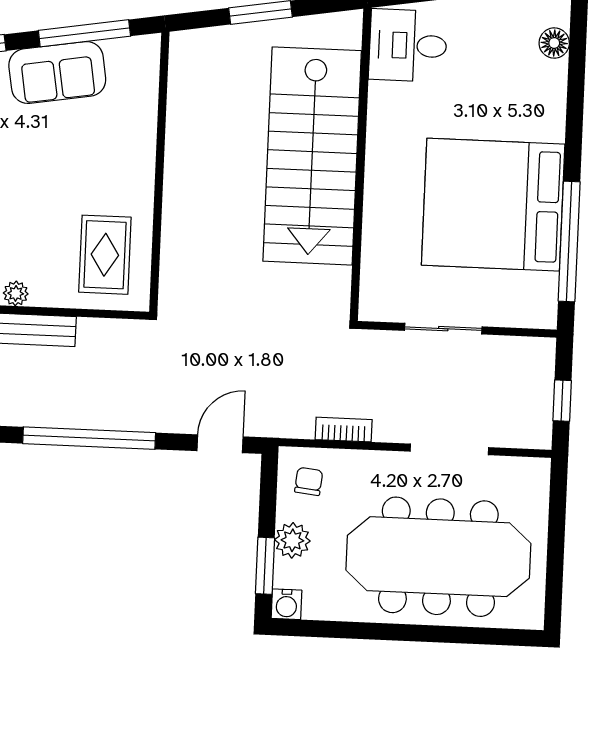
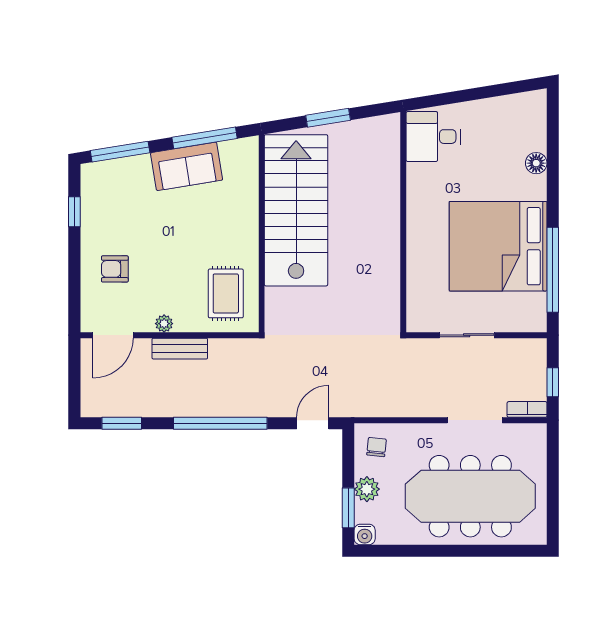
floor lamp: (554, 43) -> (536, 163), moved
stairs: (312, 156) -> (296, 210), moved, turned 180
bookcase: (344, 430) -> (527, 409), moved

